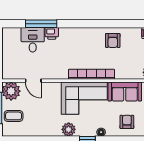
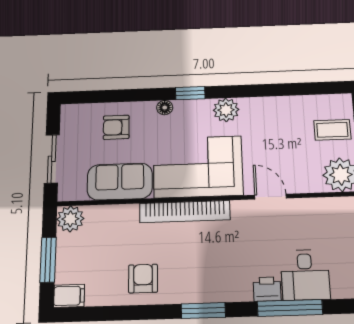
window: (83, 24) -> (203, 311), added
door: (33, 81) -> (270, 197), moved
armchair: (127, 122) -> (116, 127), turned 90

